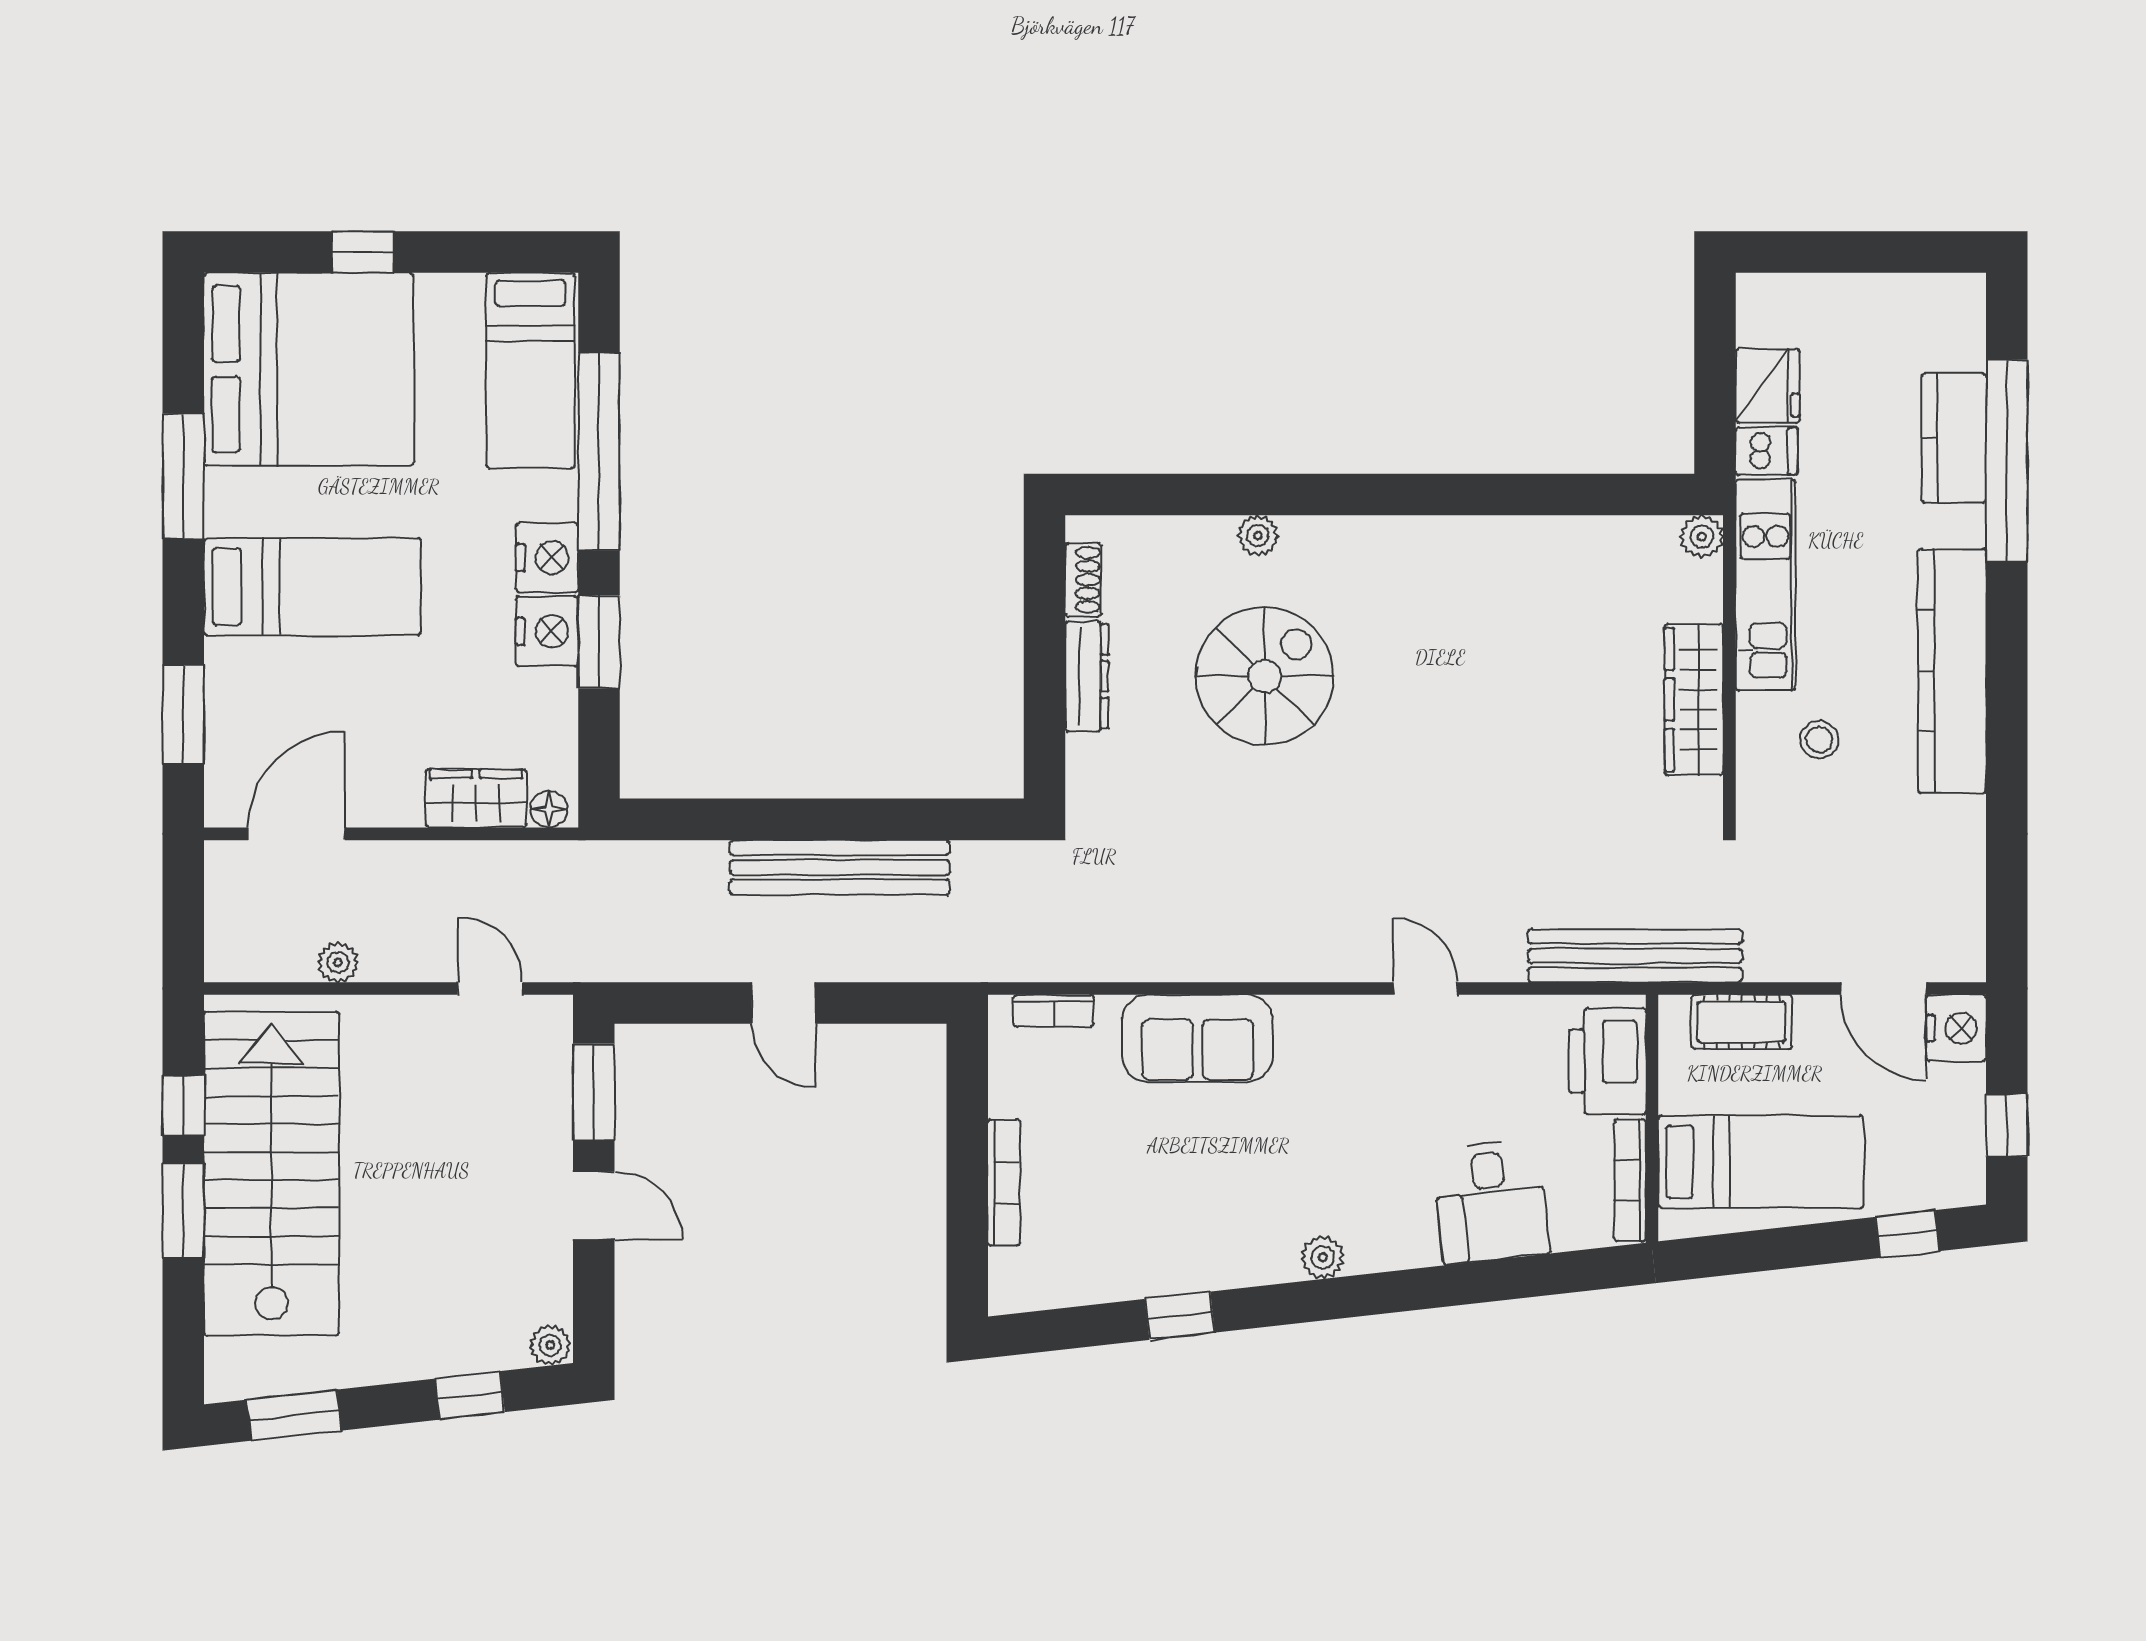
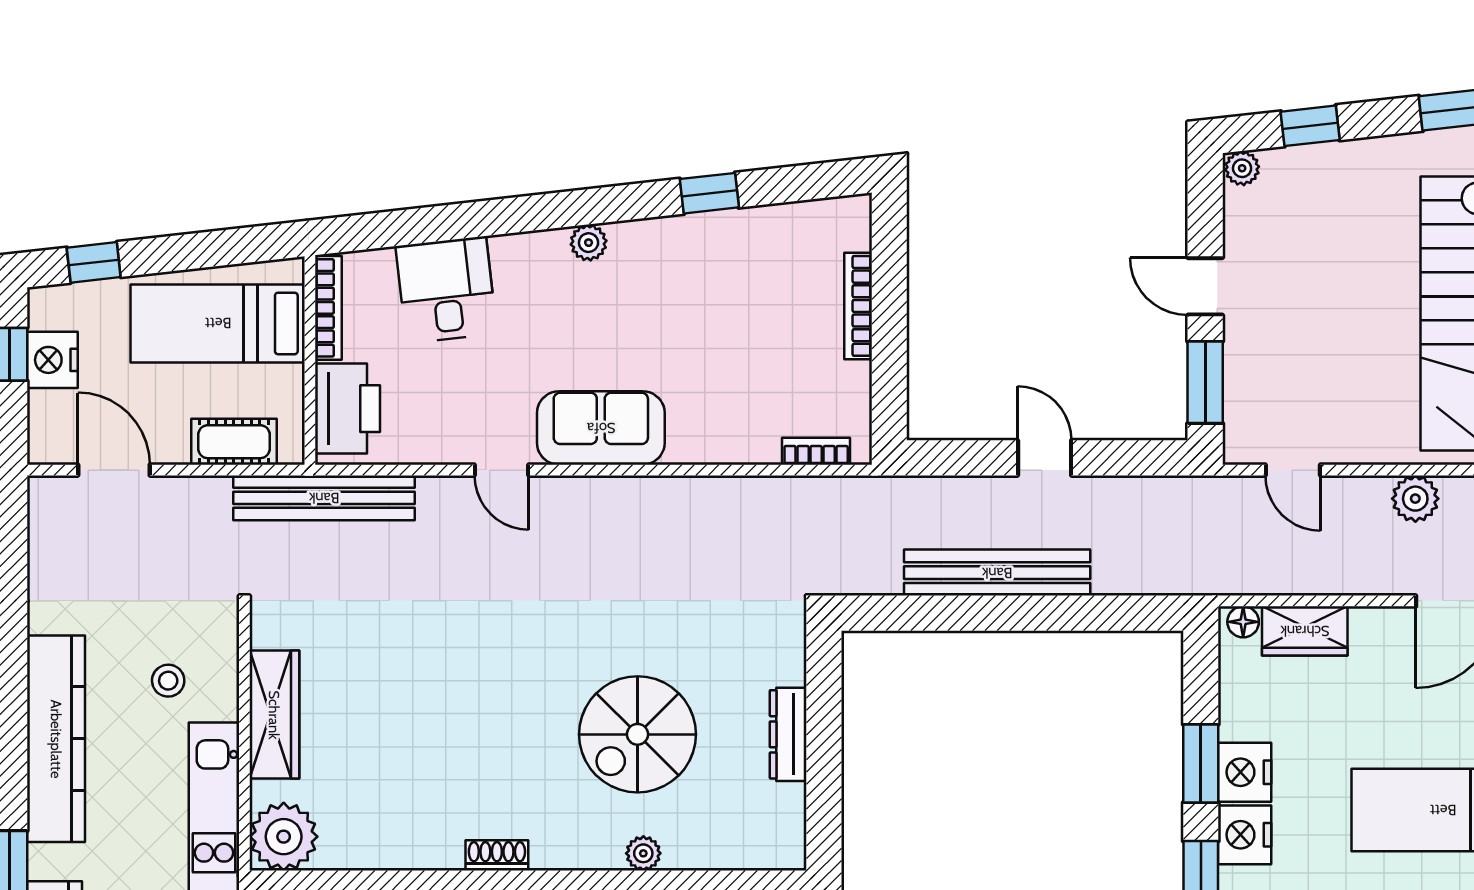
plant: (1702, 537) -> (284, 837), width x1.88, depth x1.88
shoe rack: (1083, 580) -> (497, 855), moved, turned 90
plant: (338, 962) -> (1415, 499), width x1.38, depth x1.38
nightstand: (1956, 1028) -> (52, 360), moved
sofa: (1198, 1038) -> (601, 428), moved

